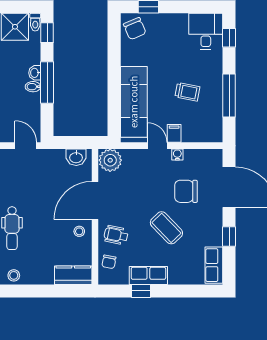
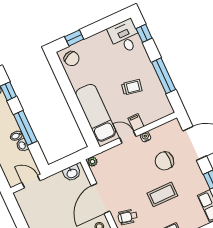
washbasin: (35, 73) -> (22, 145), moved
plant: (110, 160) -> (92, 162), width x0.53, depth x0.53
coffee table: (166, 228) -> (162, 194), turned -46

